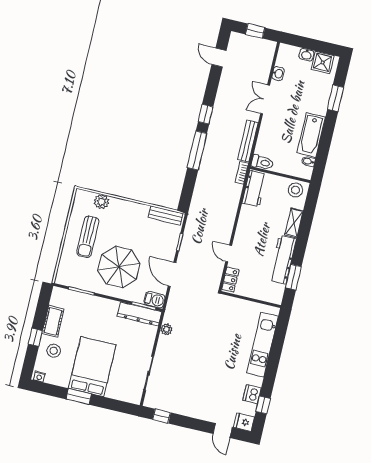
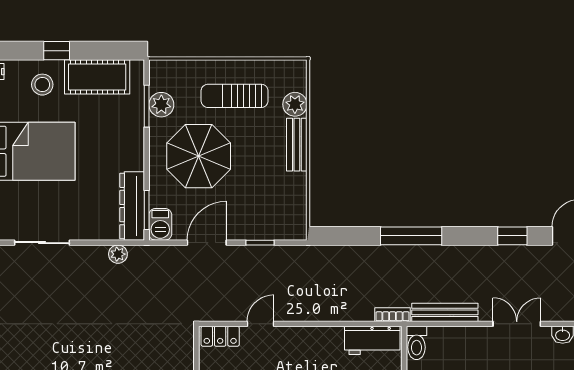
window: (206, 114) -> (512, 236), moved
bench: (165, 216) -> (297, 145), moved
plant: (83, 282) -> (161, 105), added
cot: (53, 321) -> (97, 77), width x1.37, depth x1.34

